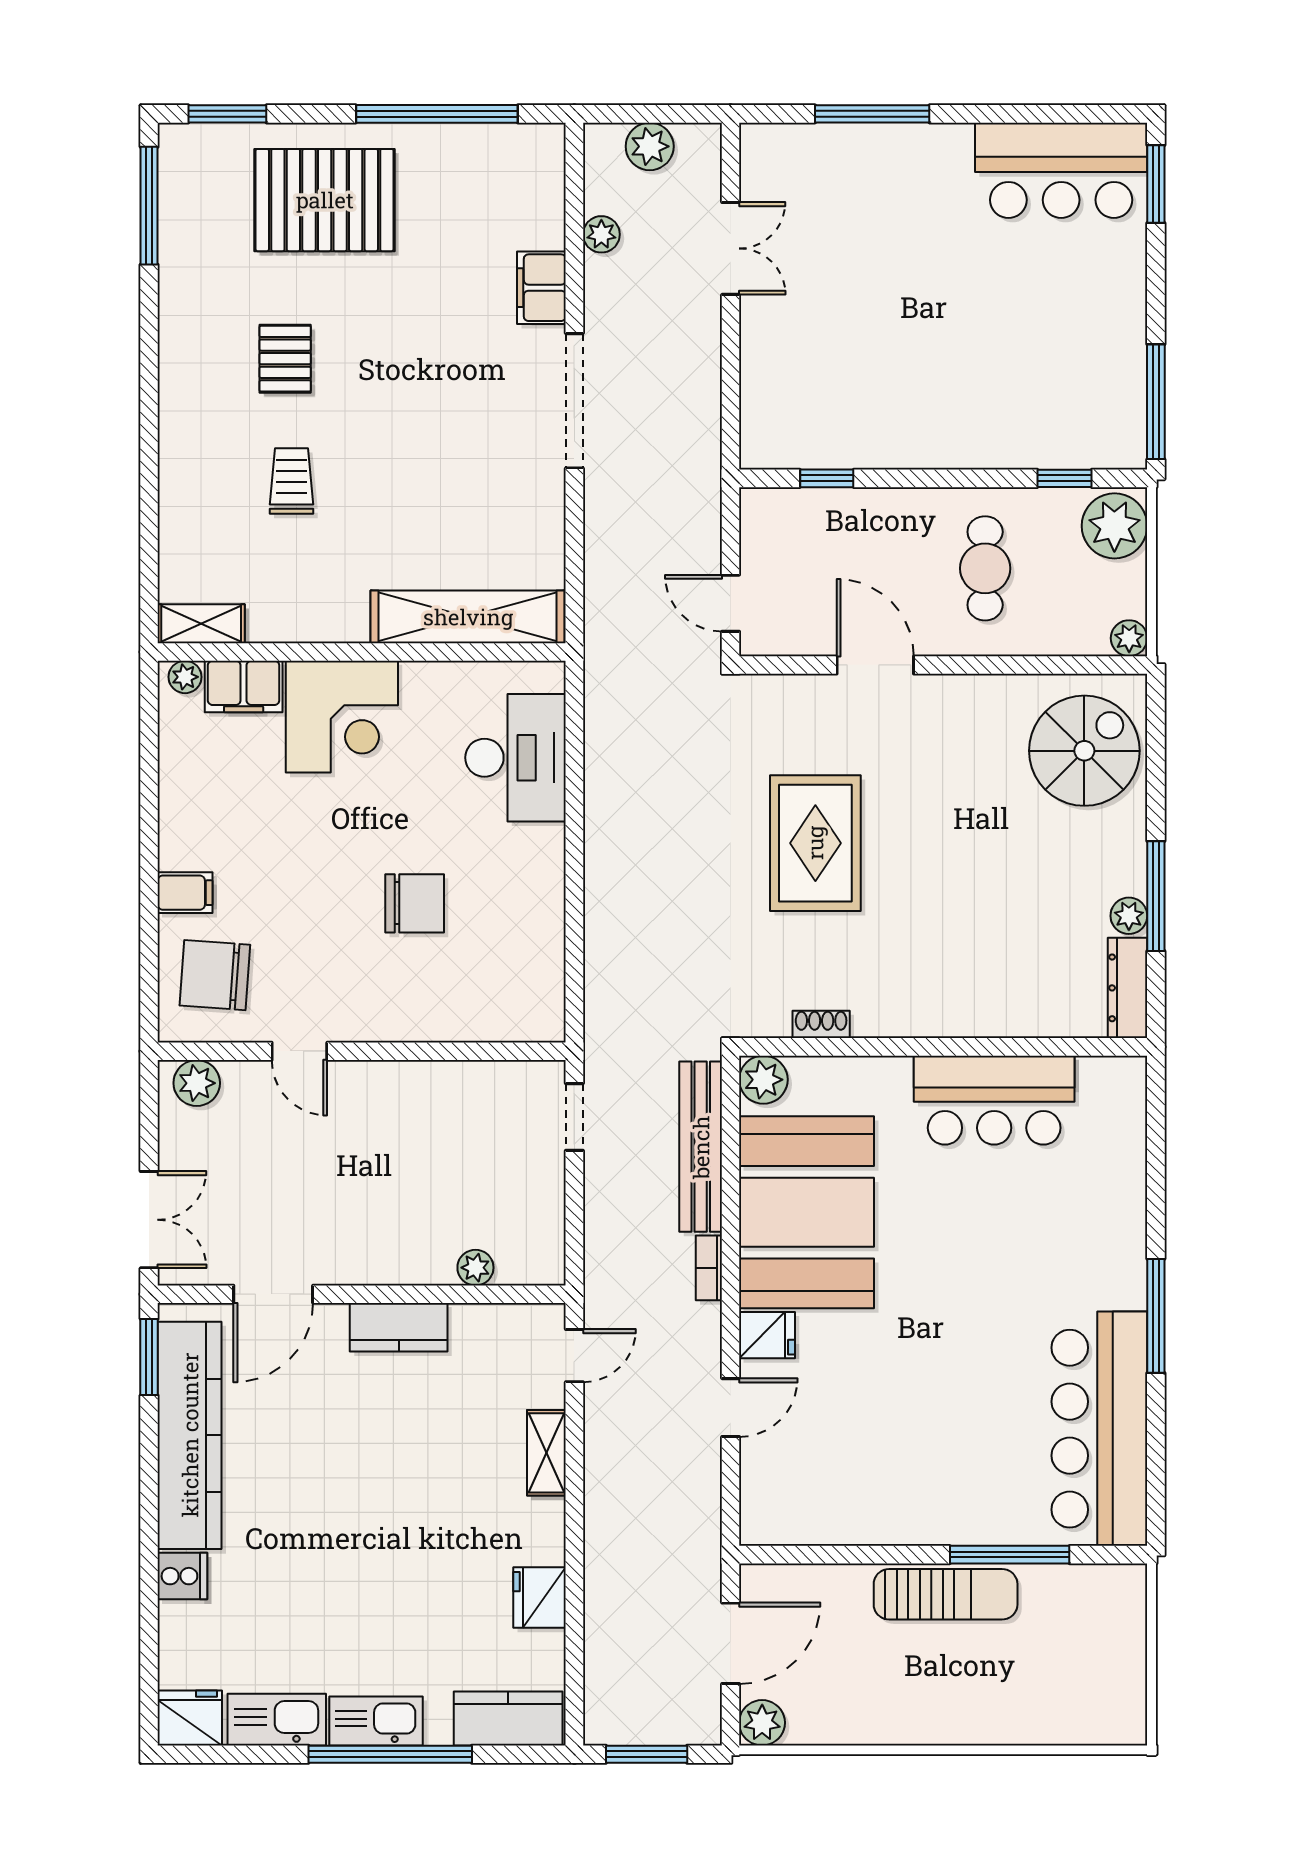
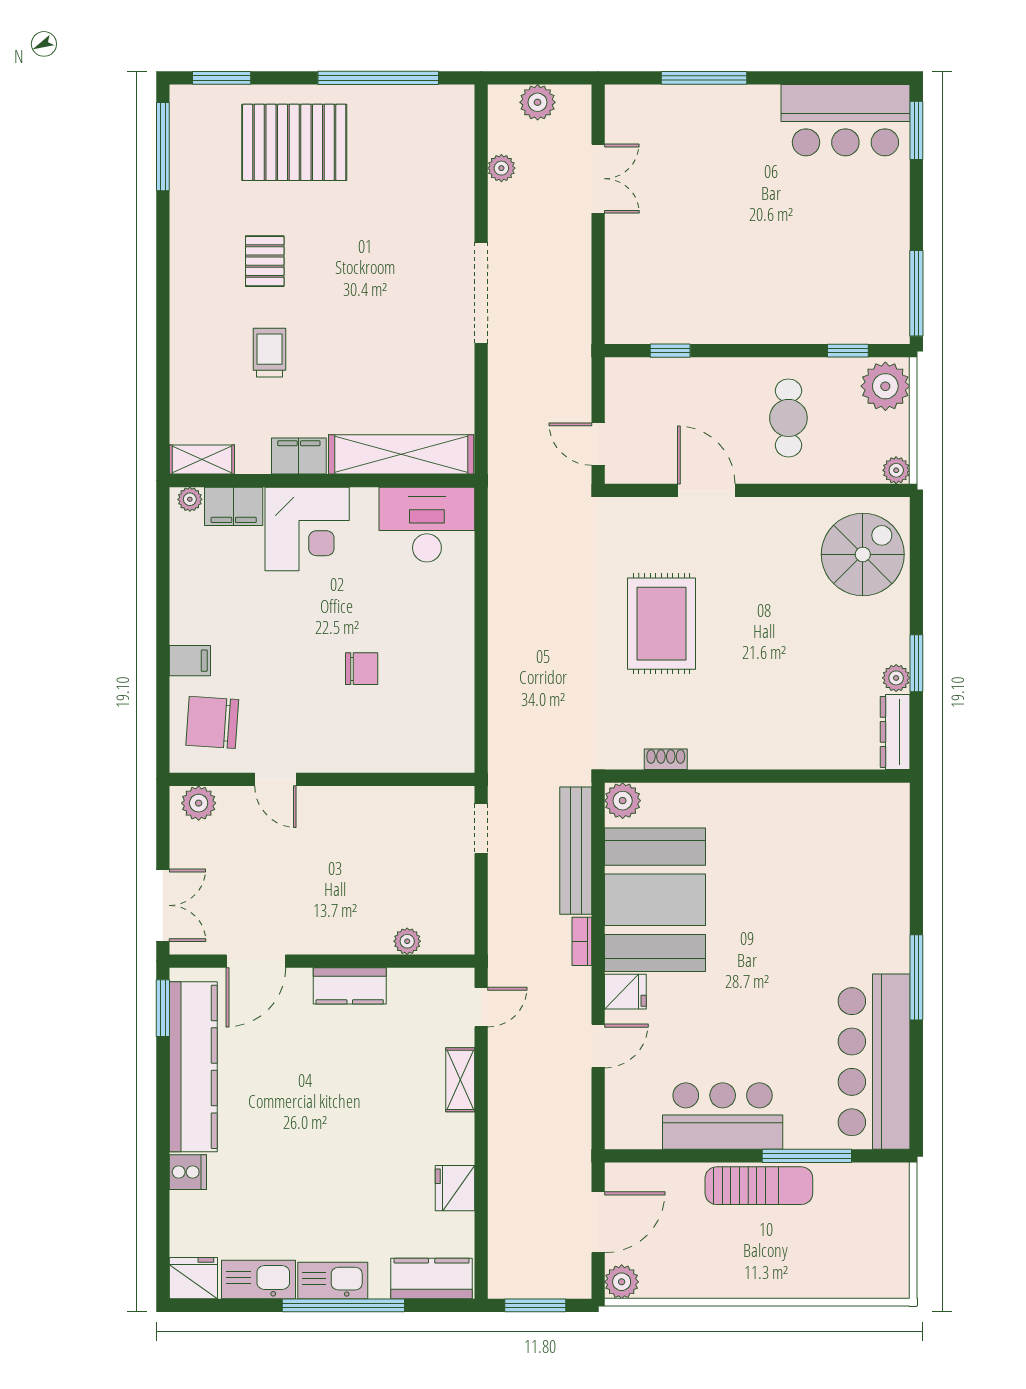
filing cabinet: (541, 288) -> (299, 456), moved, turned 90
desk: (516, 758) -> (427, 525), moved, turned -90
window: (1156, 896) -> (916, 663), width x0.69
chair: (415, 903) -> (362, 669), width x0.73, depth x0.73
bar counter: (994, 1100) -> (723, 1116), moved, turned 180

